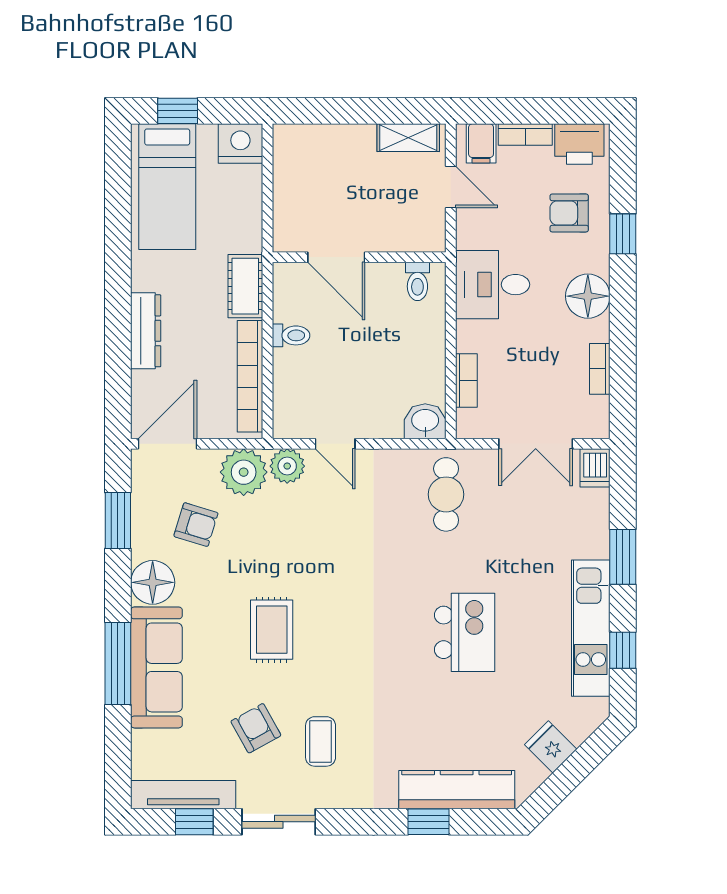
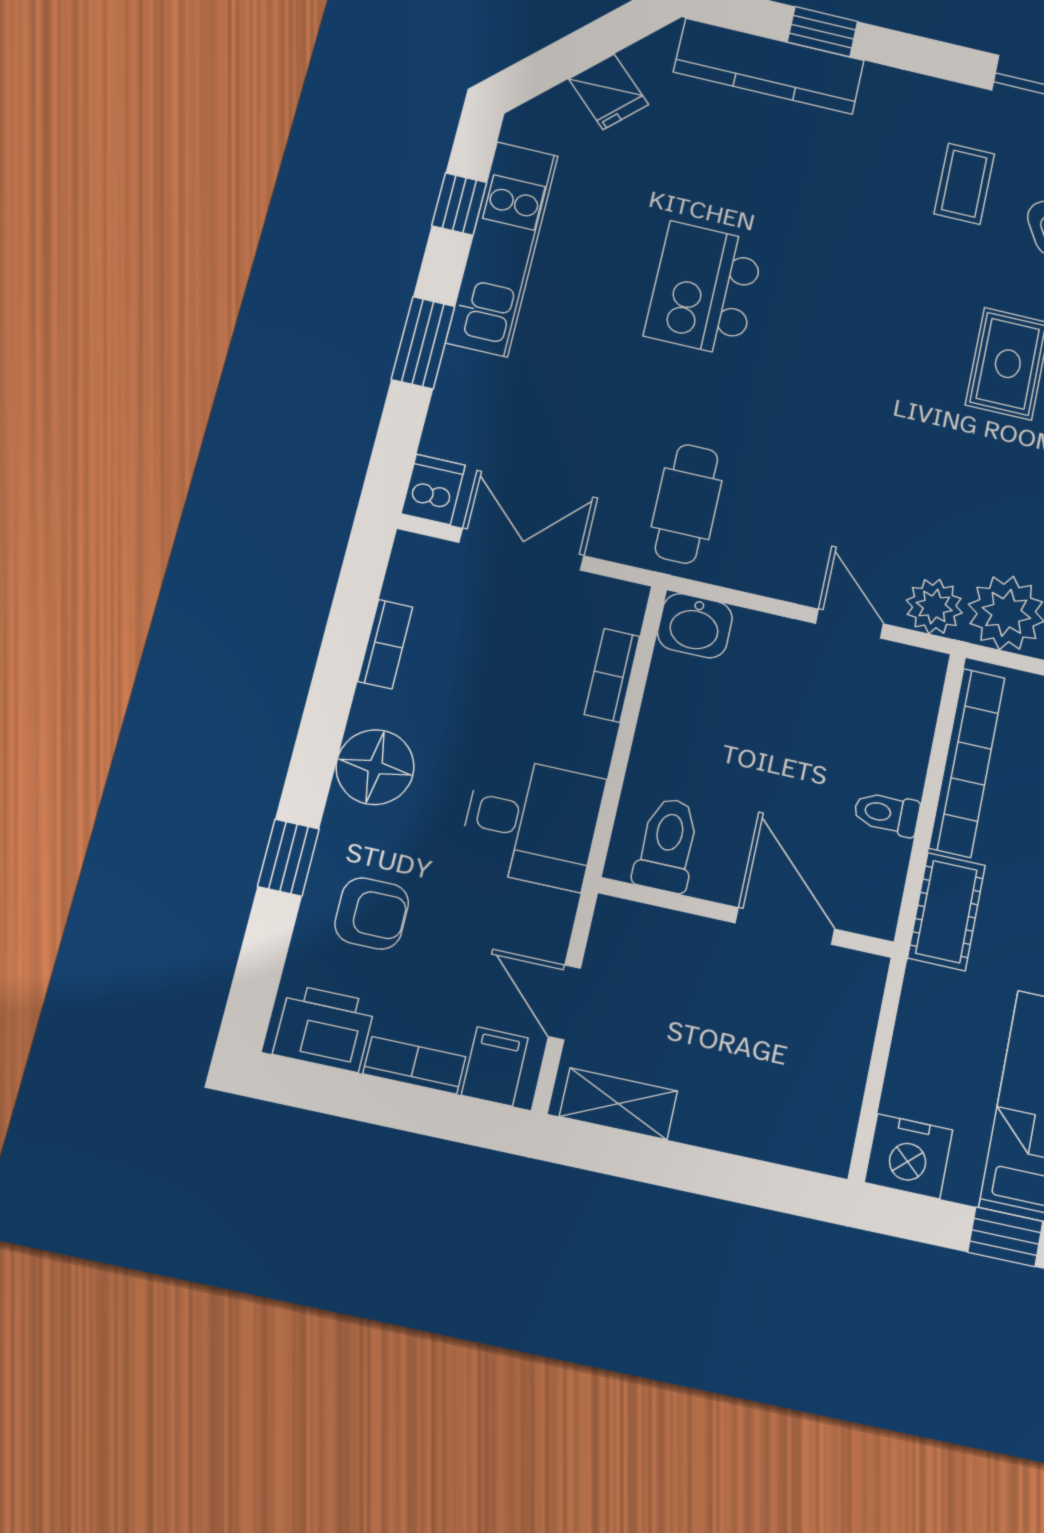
toilet: (417, 281) -> (667, 845), width x1.37, depth x1.39

